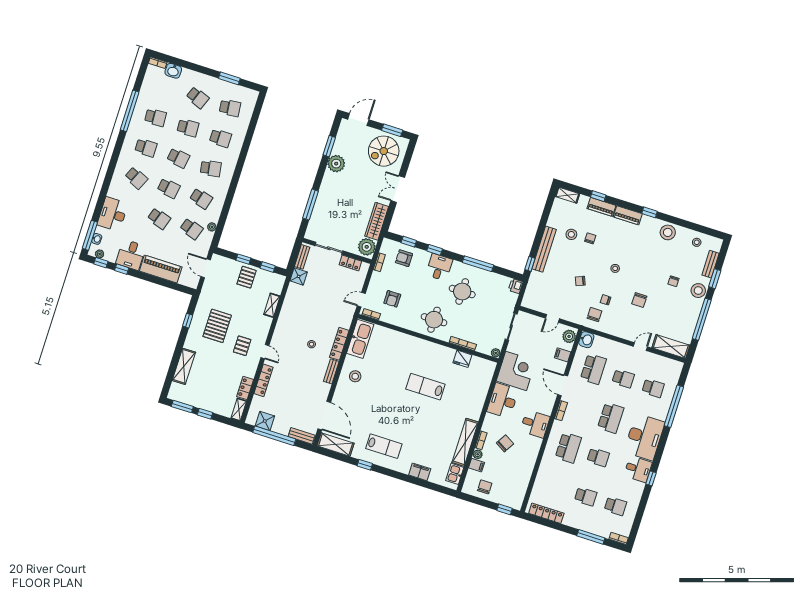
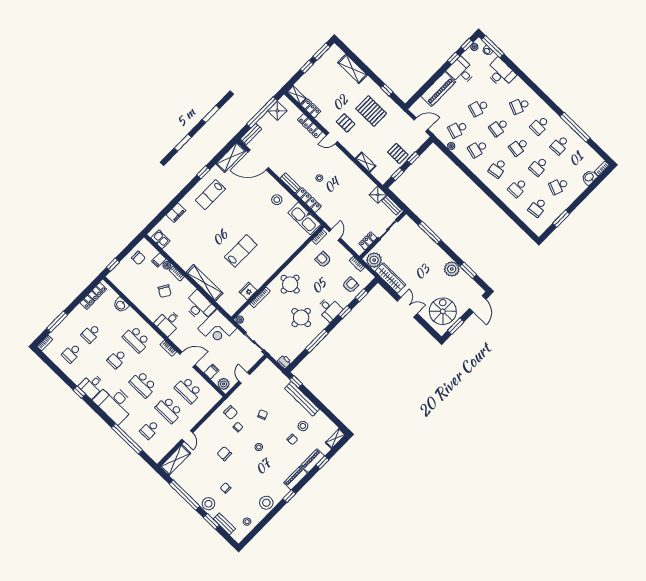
washbasin: (586, 340) -> (121, 305), moved
school desk: (623, 379) -> (169, 410), width x1.85
shelving: (465, 442) -> (204, 283), moved

